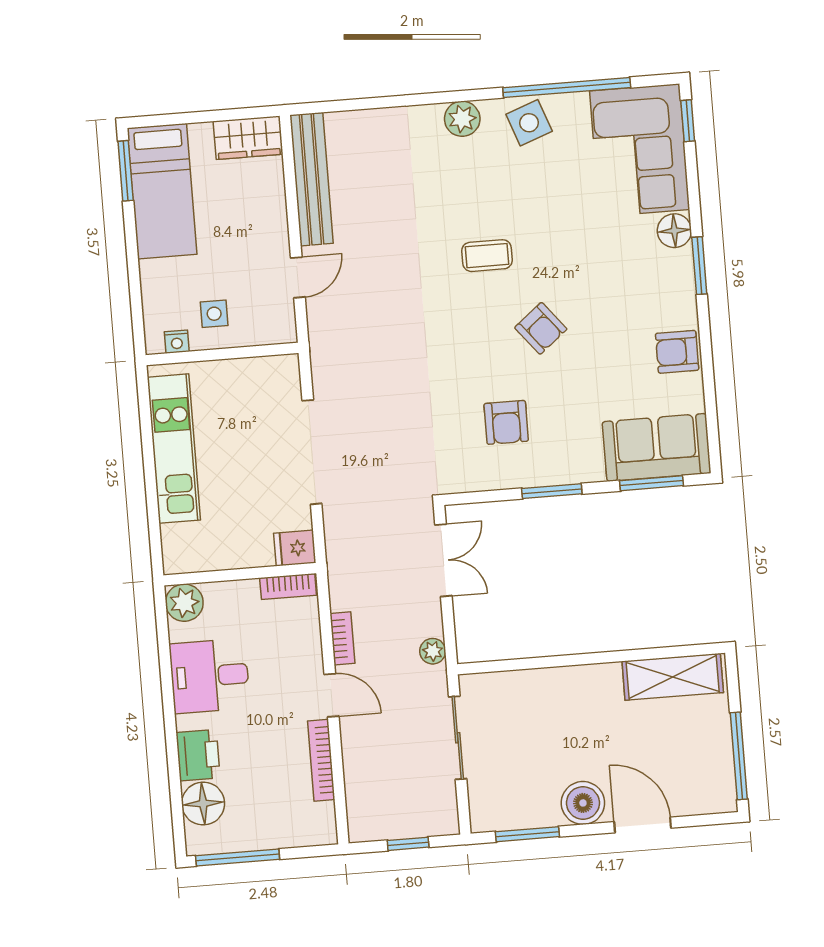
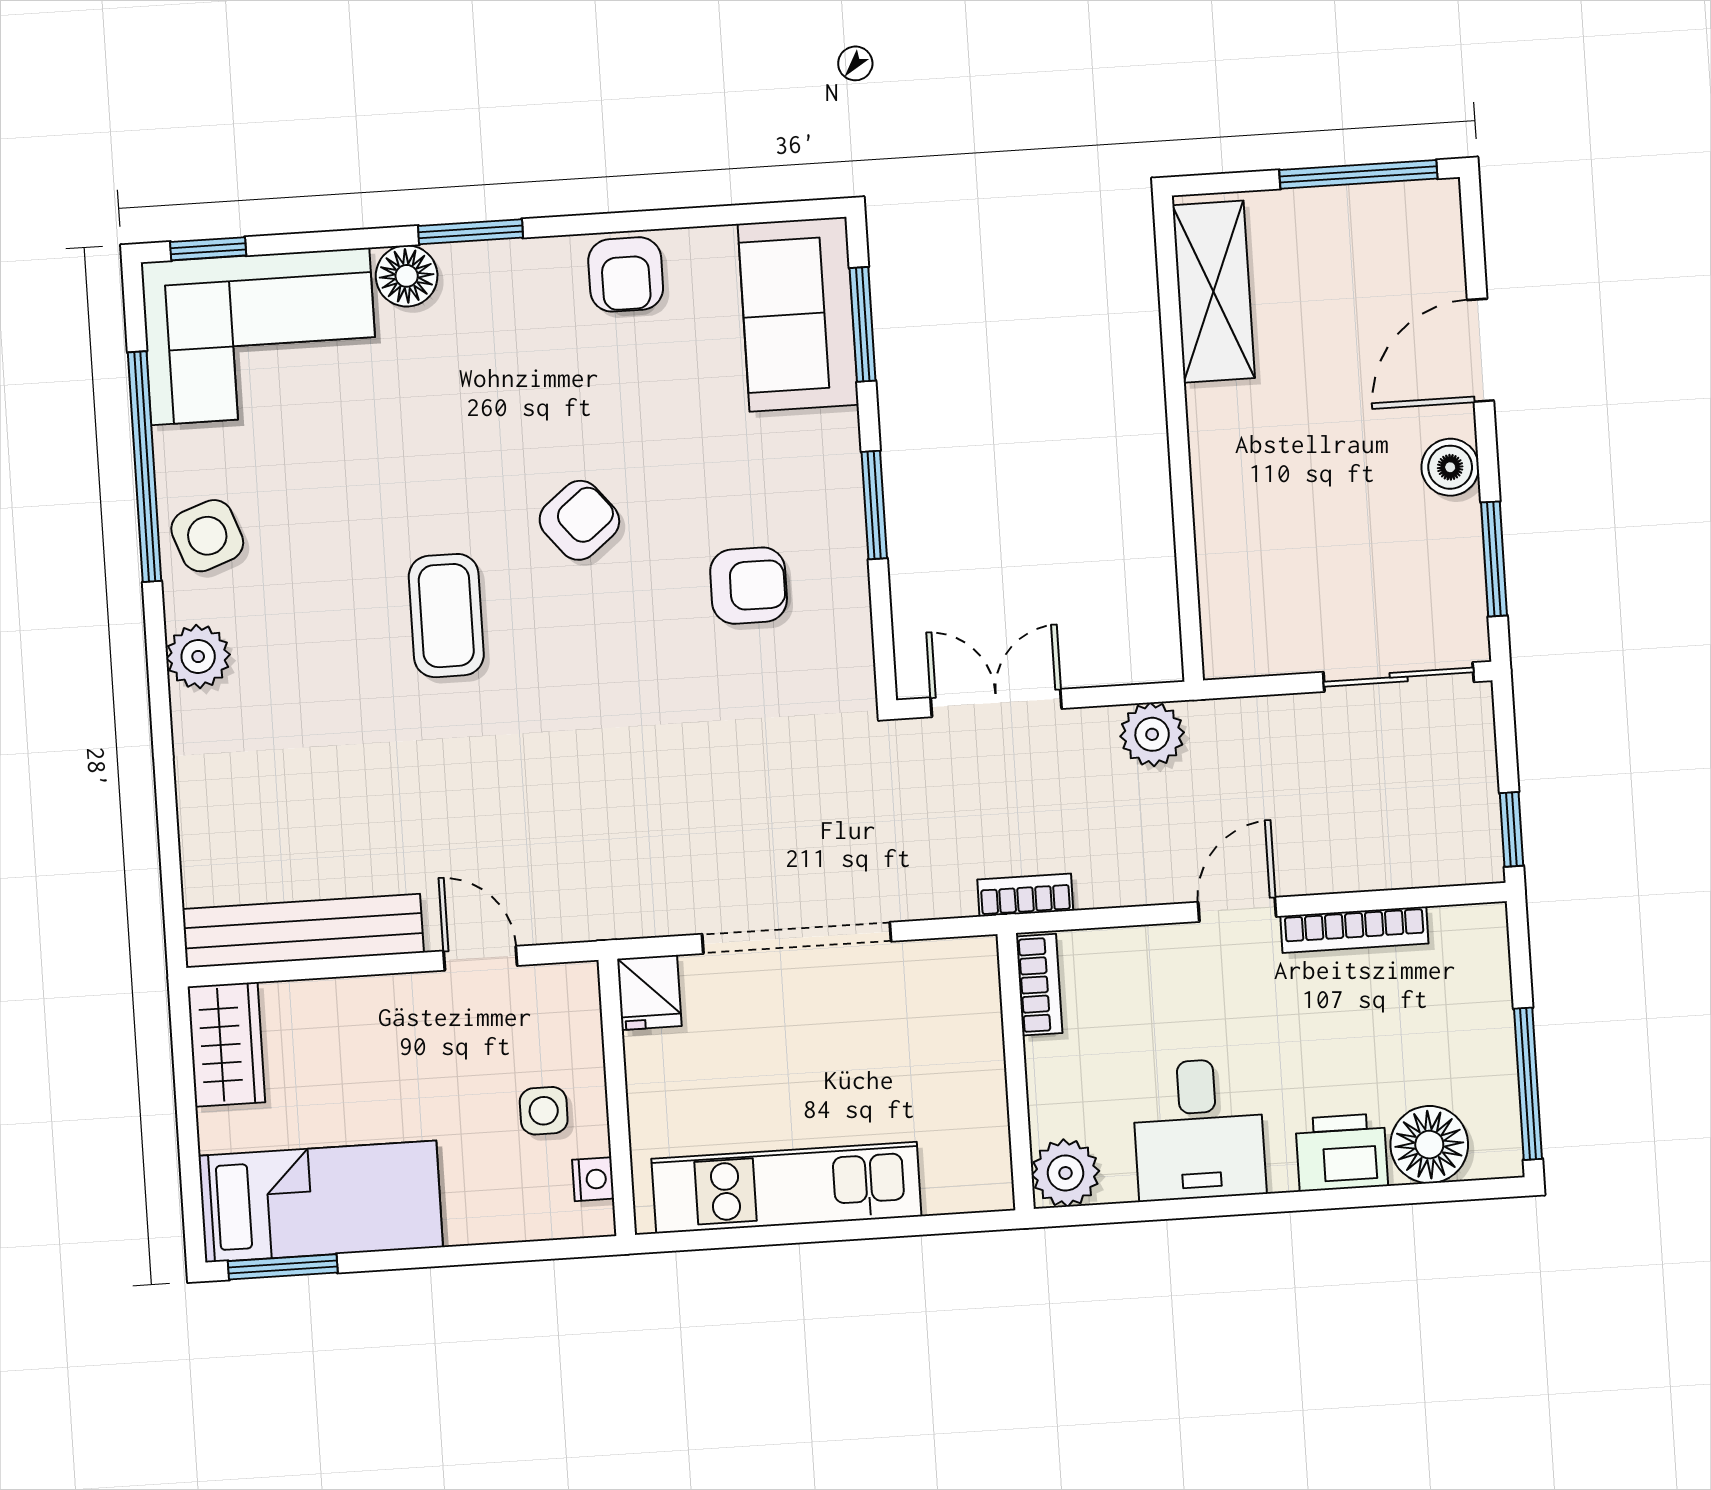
coffee table: (487, 256) -> (446, 616), width x1.36, depth x1.30
fridge: (295, 548) -> (649, 992), moved
bookcase: (342, 638) -> (1025, 895), moved
plant: (433, 651) -> (1152, 734), width x1.38, depth x1.38
sliding door: (458, 738) -> (1399, 677), moved
boiler: (583, 803) -> (1450, 467), width x0.73, depth x0.73
window: (408, 844) -> (1511, 829), moved

